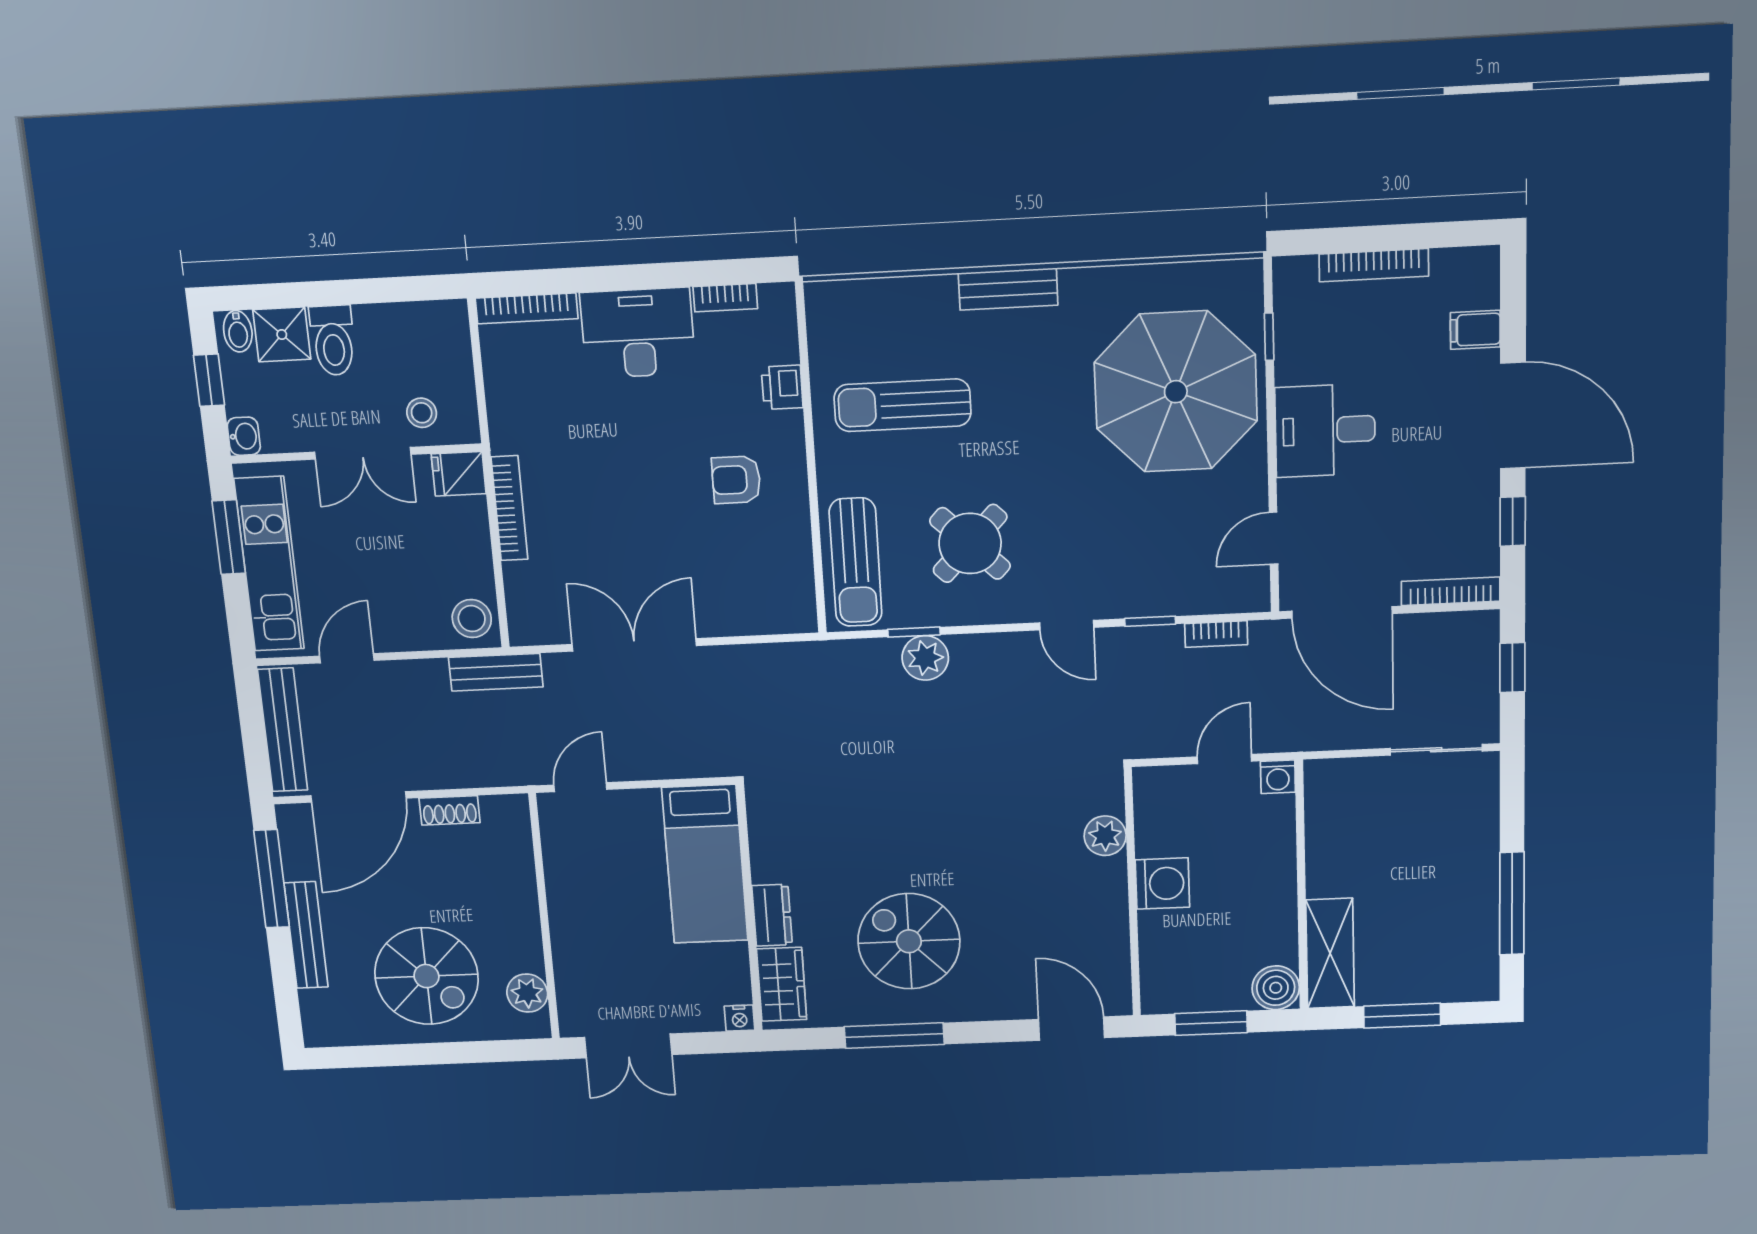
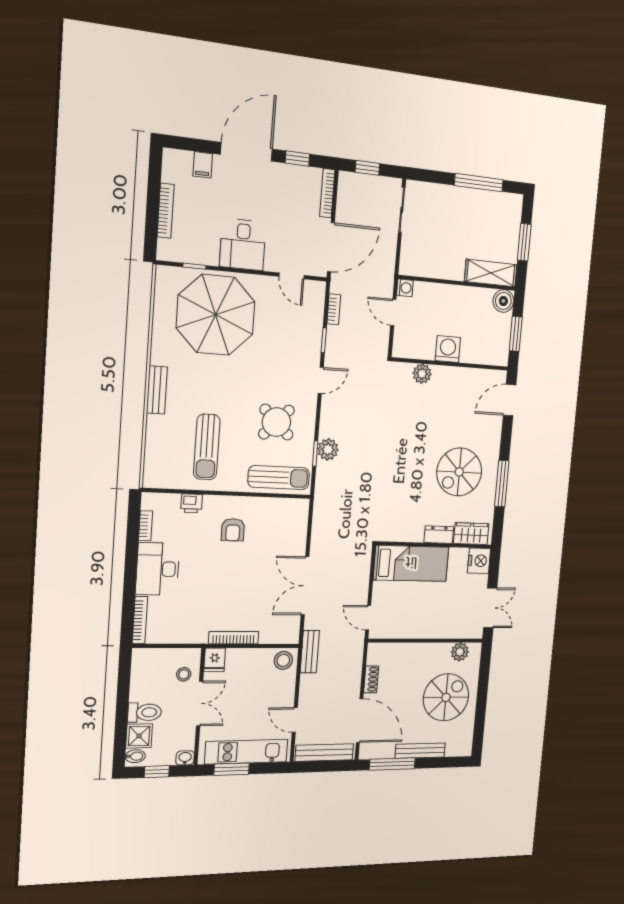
nightstand: (740, 1018) -> (479, 561), width x1.89, depth x1.79

